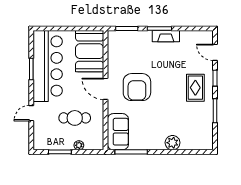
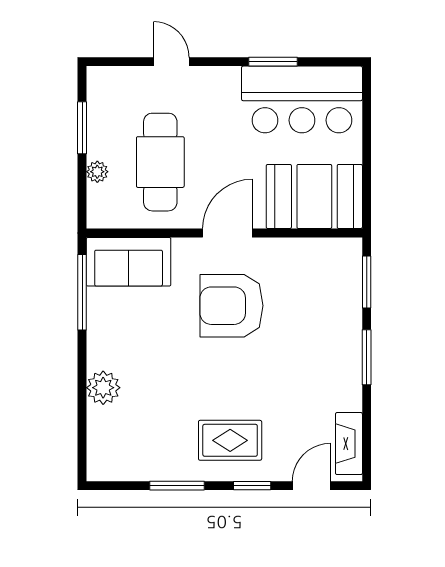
fireplace: (166, 36) -> (349, 444), moved
bar counter: (48, 66) -> (302, 99), width x0.73
cafe table: (75, 118) -> (160, 162), width x1.37, depth x1.35

